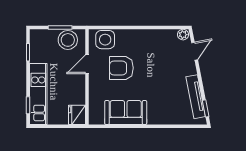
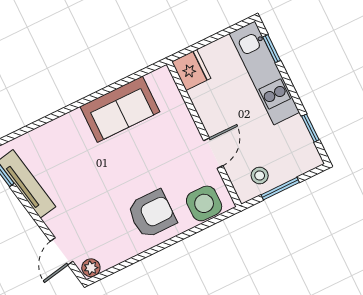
stool: (68, 40) -> (260, 175), width x0.53, depth x0.53
armchair: (121, 68) -> (152, 214), moved

